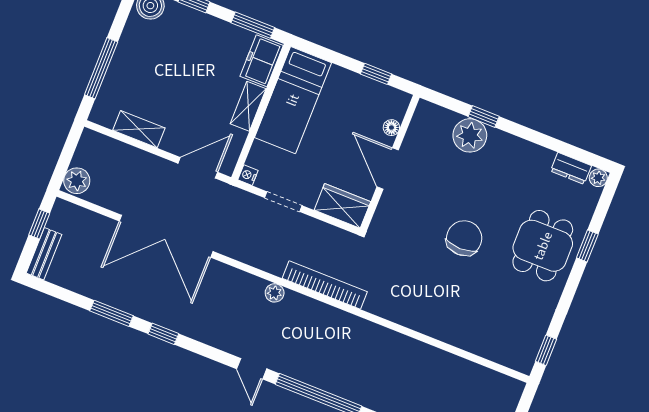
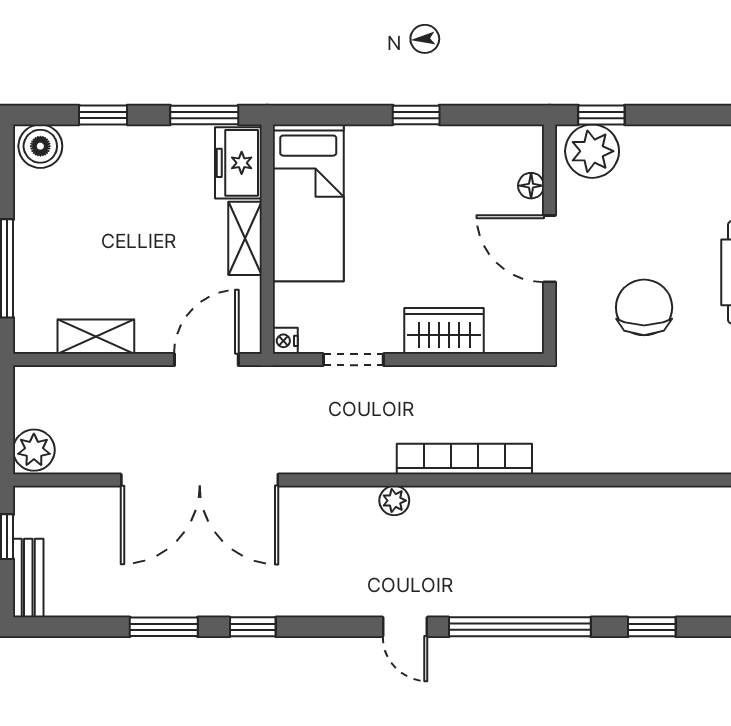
floor lamp: (391, 128) -> (531, 186), moved
wall: (390, 163) -> (550, 239), moved
door: (388, 168) -> (550, 249), moved

